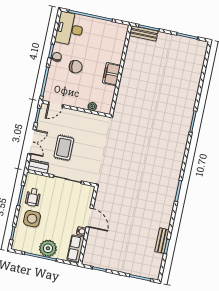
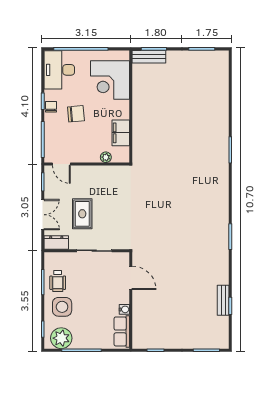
corner desk: (109, 45) -> (110, 80), added
filing cabinet: (111, 74) -> (121, 133), moved
door: (56, 104) -> (61, 164), hinge flipped
door: (90, 218) -> (131, 278), moved
plant: (48, 248) -> (61, 338), moved

